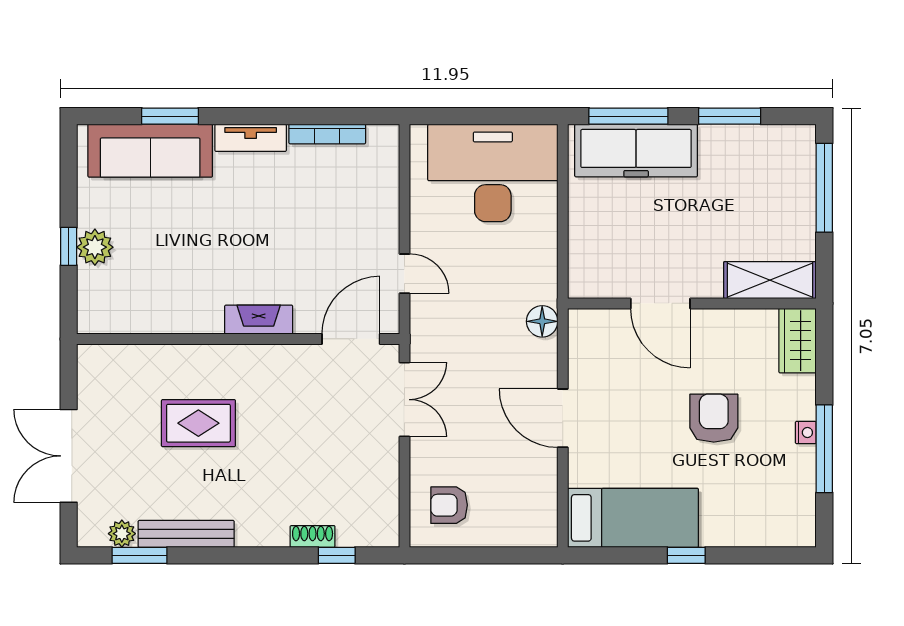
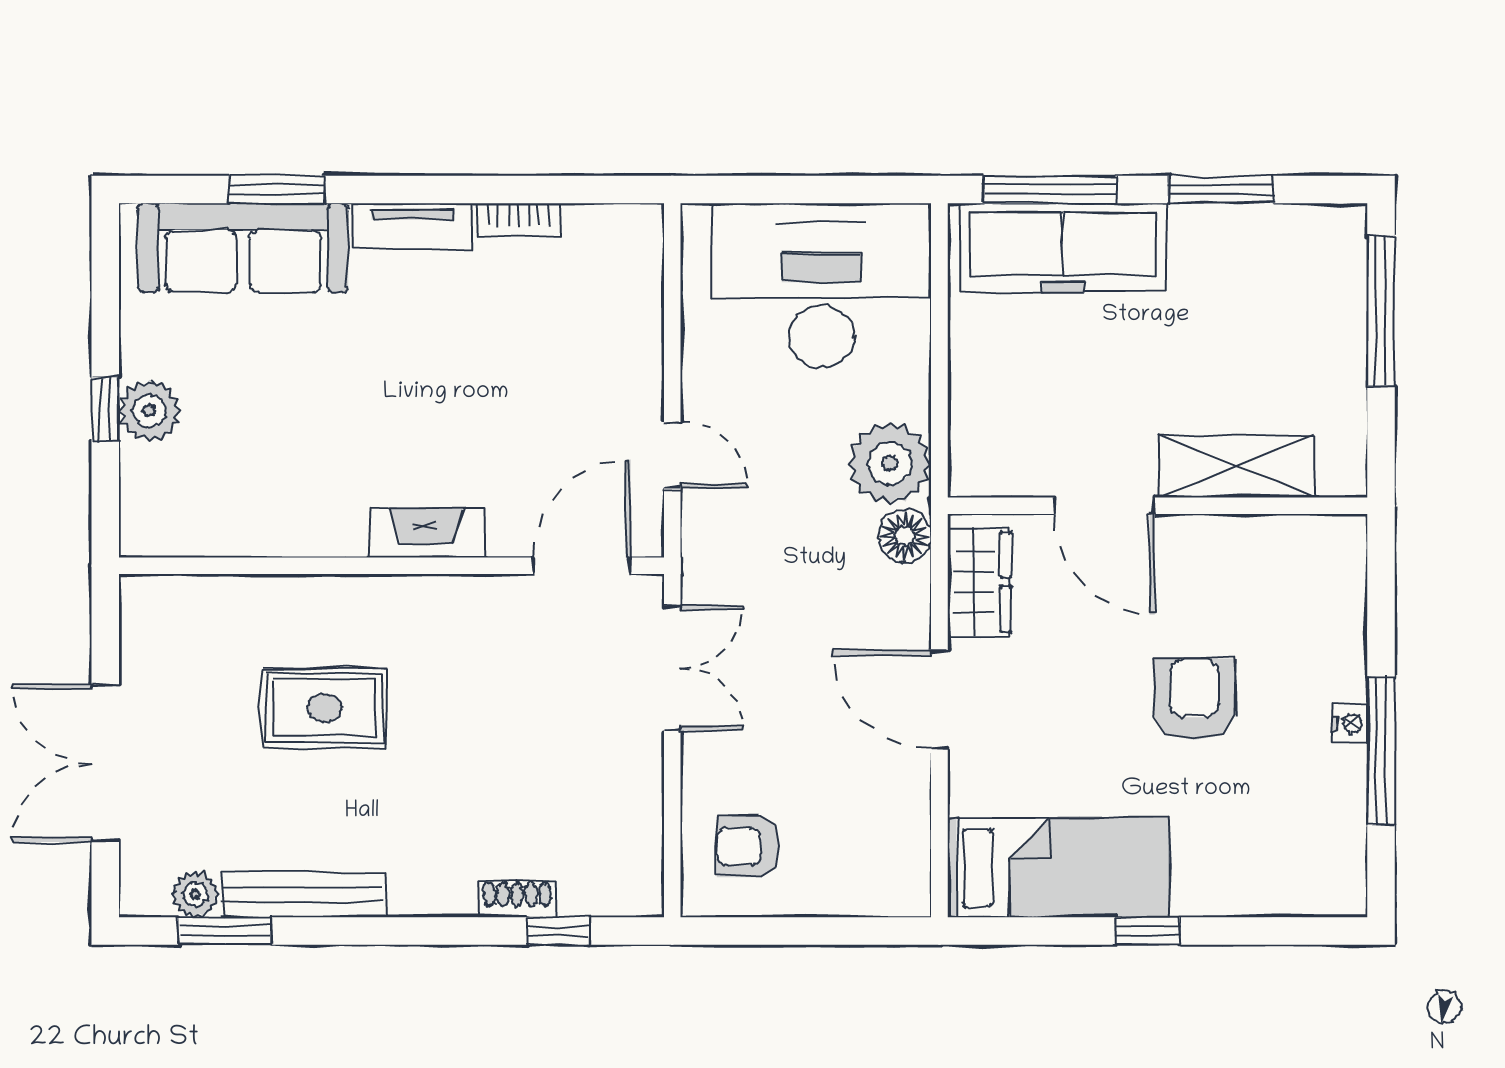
bookcase: (327, 134) -> (519, 220), width x0.64
plant: (533, 278) -> (890, 463), added
shelving: (770, 280) -> (1237, 466), moved
wardrobe: (798, 341) -> (979, 582), moved, turned 180

